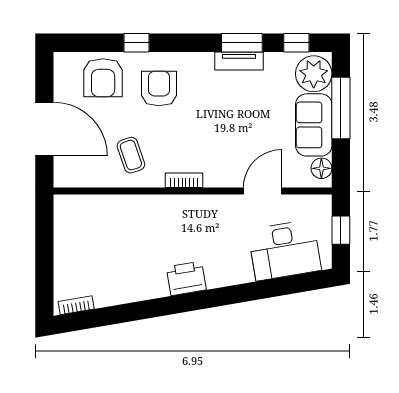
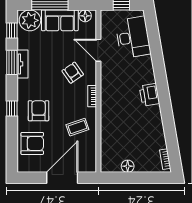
window: (137, 43) -> (12, 109), moved
armchair: (159, 89) -> (39, 111), turned 90
armchair: (224, 147) -> (73, 73), added
floor lamp: (64, 241) -> (128, 166), added

